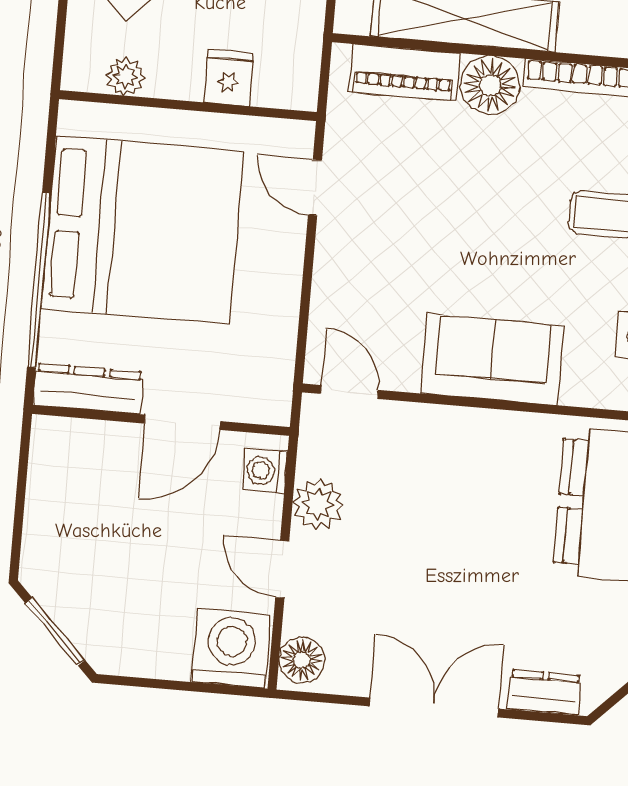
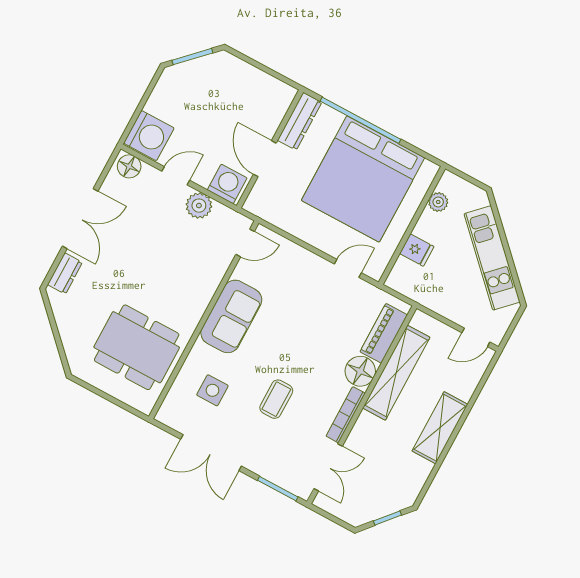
washing machine: (265, 471) -> (227, 184), width x1.38, depth x1.38

